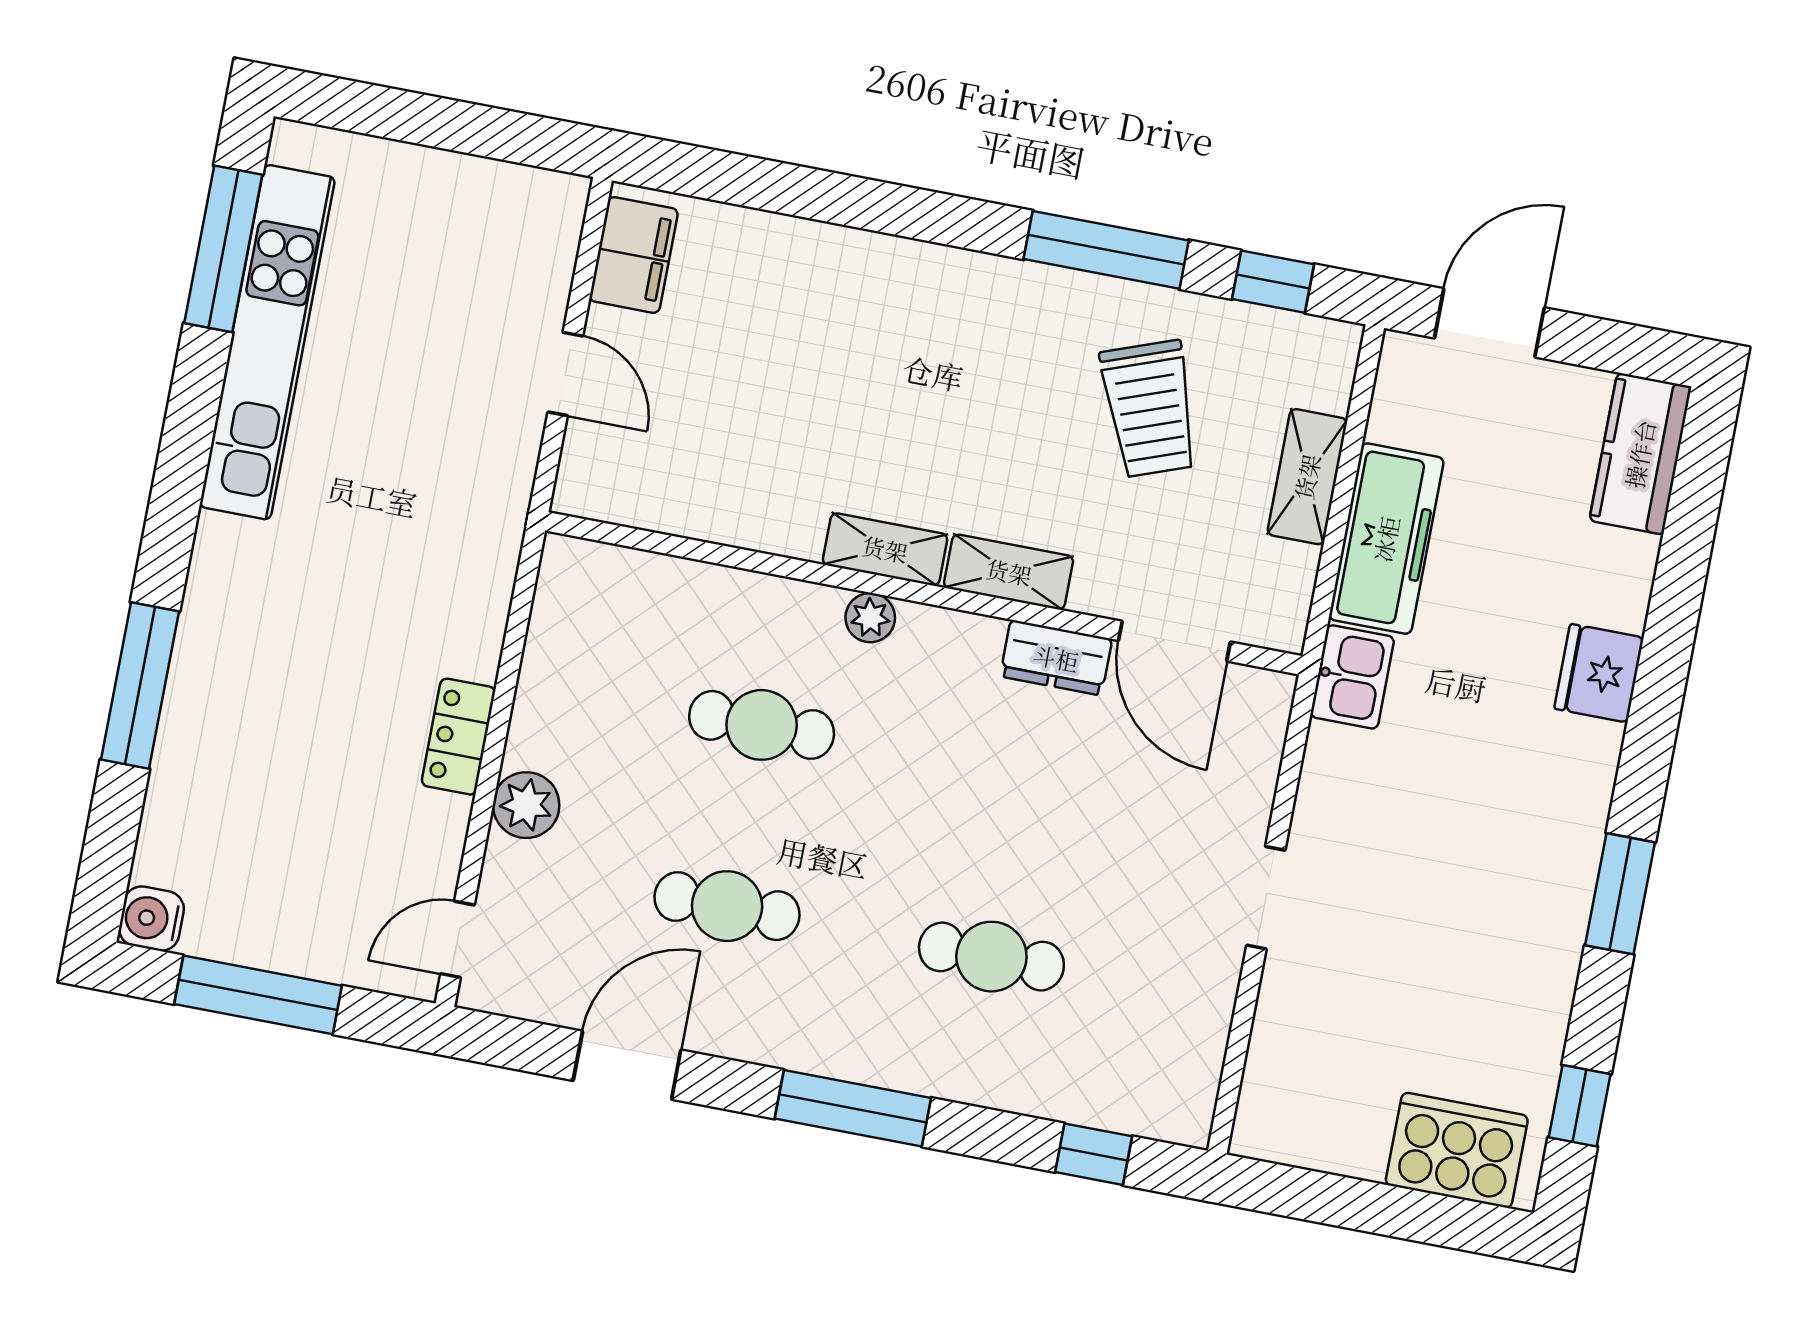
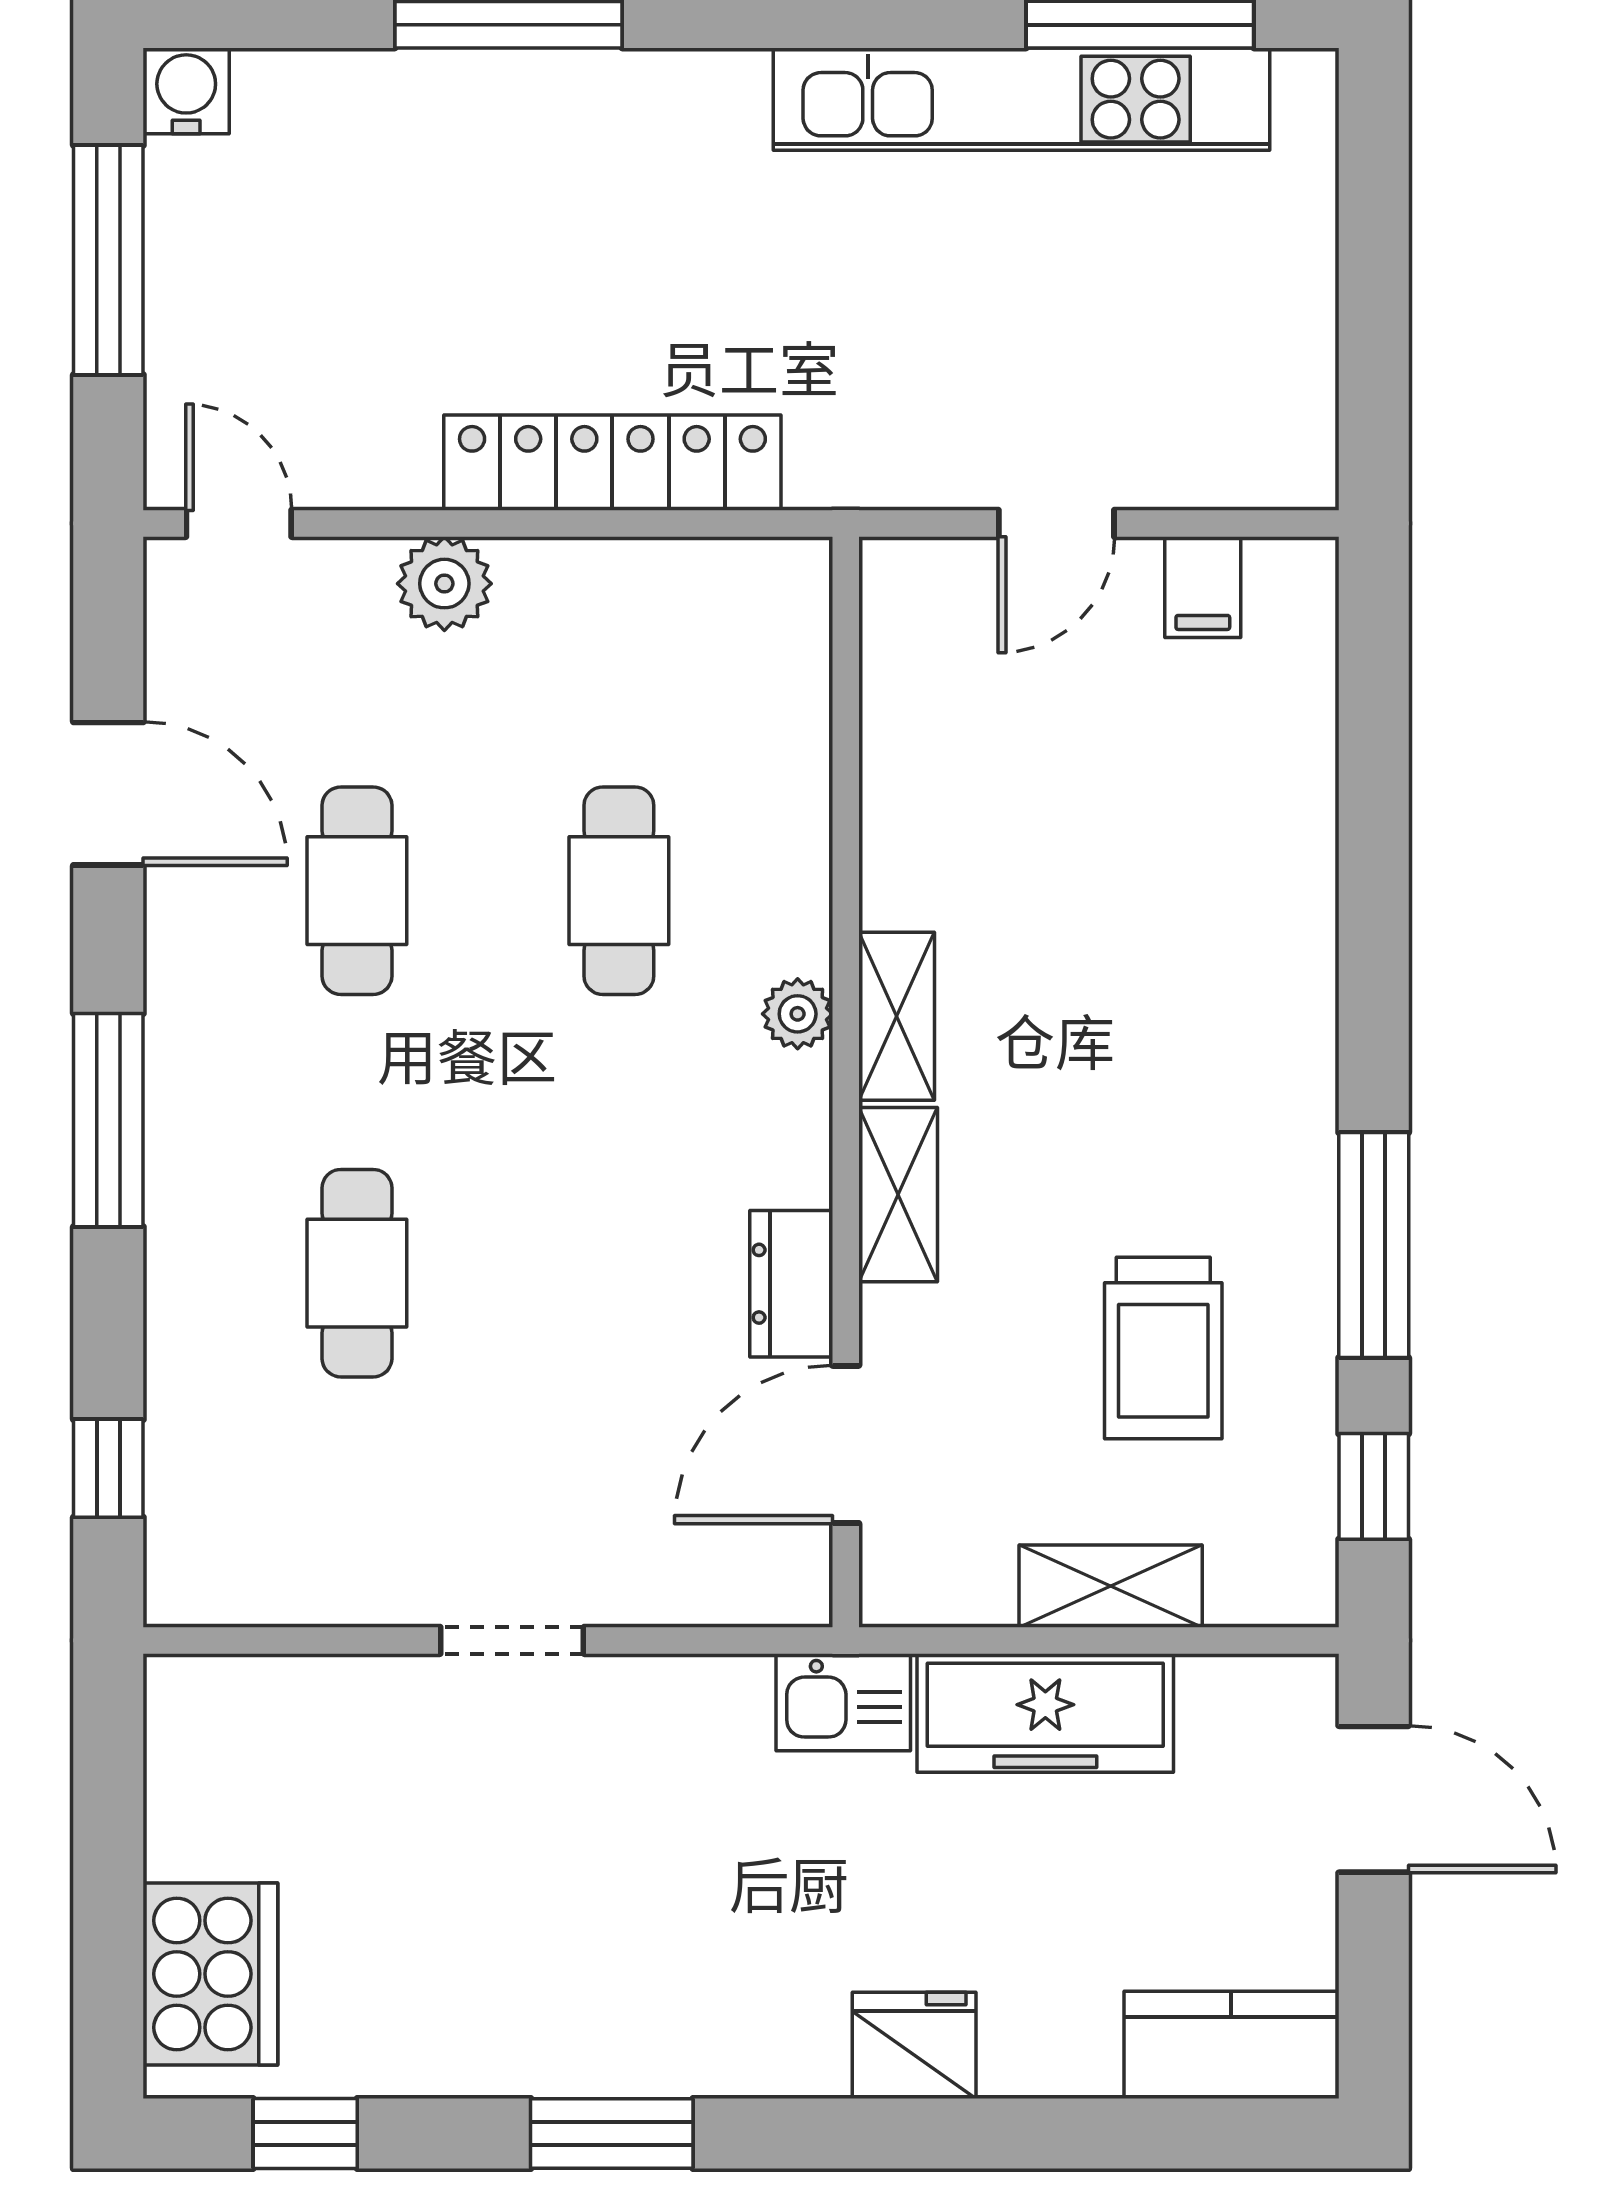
filing cabinet: (634, 255) -> (1203, 587), width x0.50
trolley: (1150, 409) -> (1163, 1348), turned -70
locker: (458, 737) -> (612, 463), width x2.16, depth x1.21

